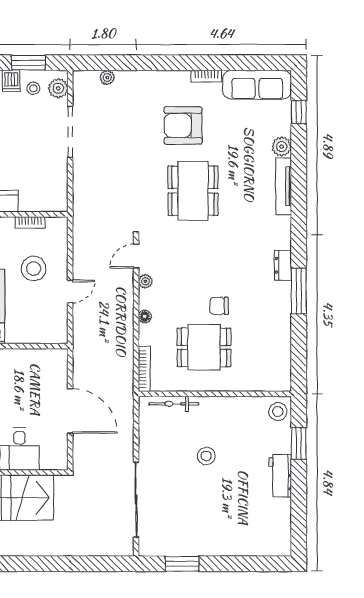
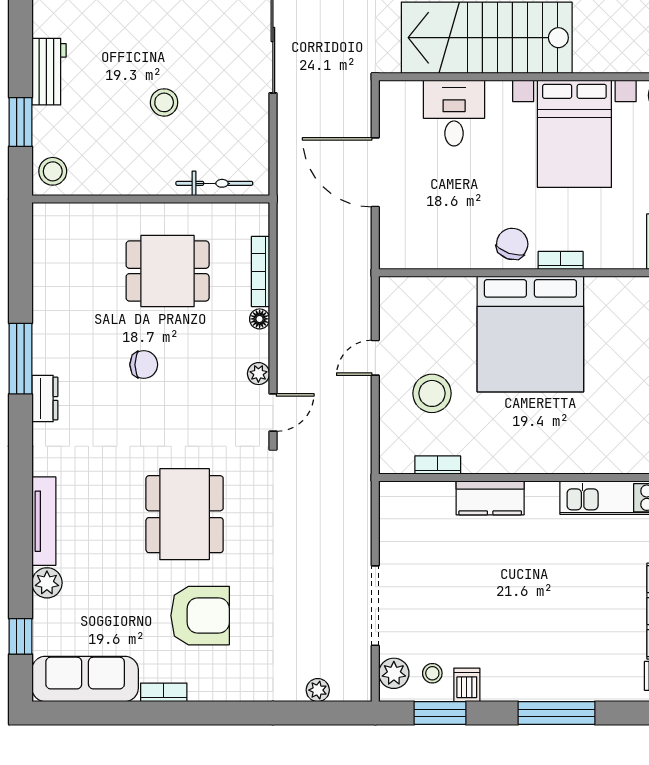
chair: (219, 306) -> (144, 365), moved
bookcase: (144, 369) -> (261, 272), moved

